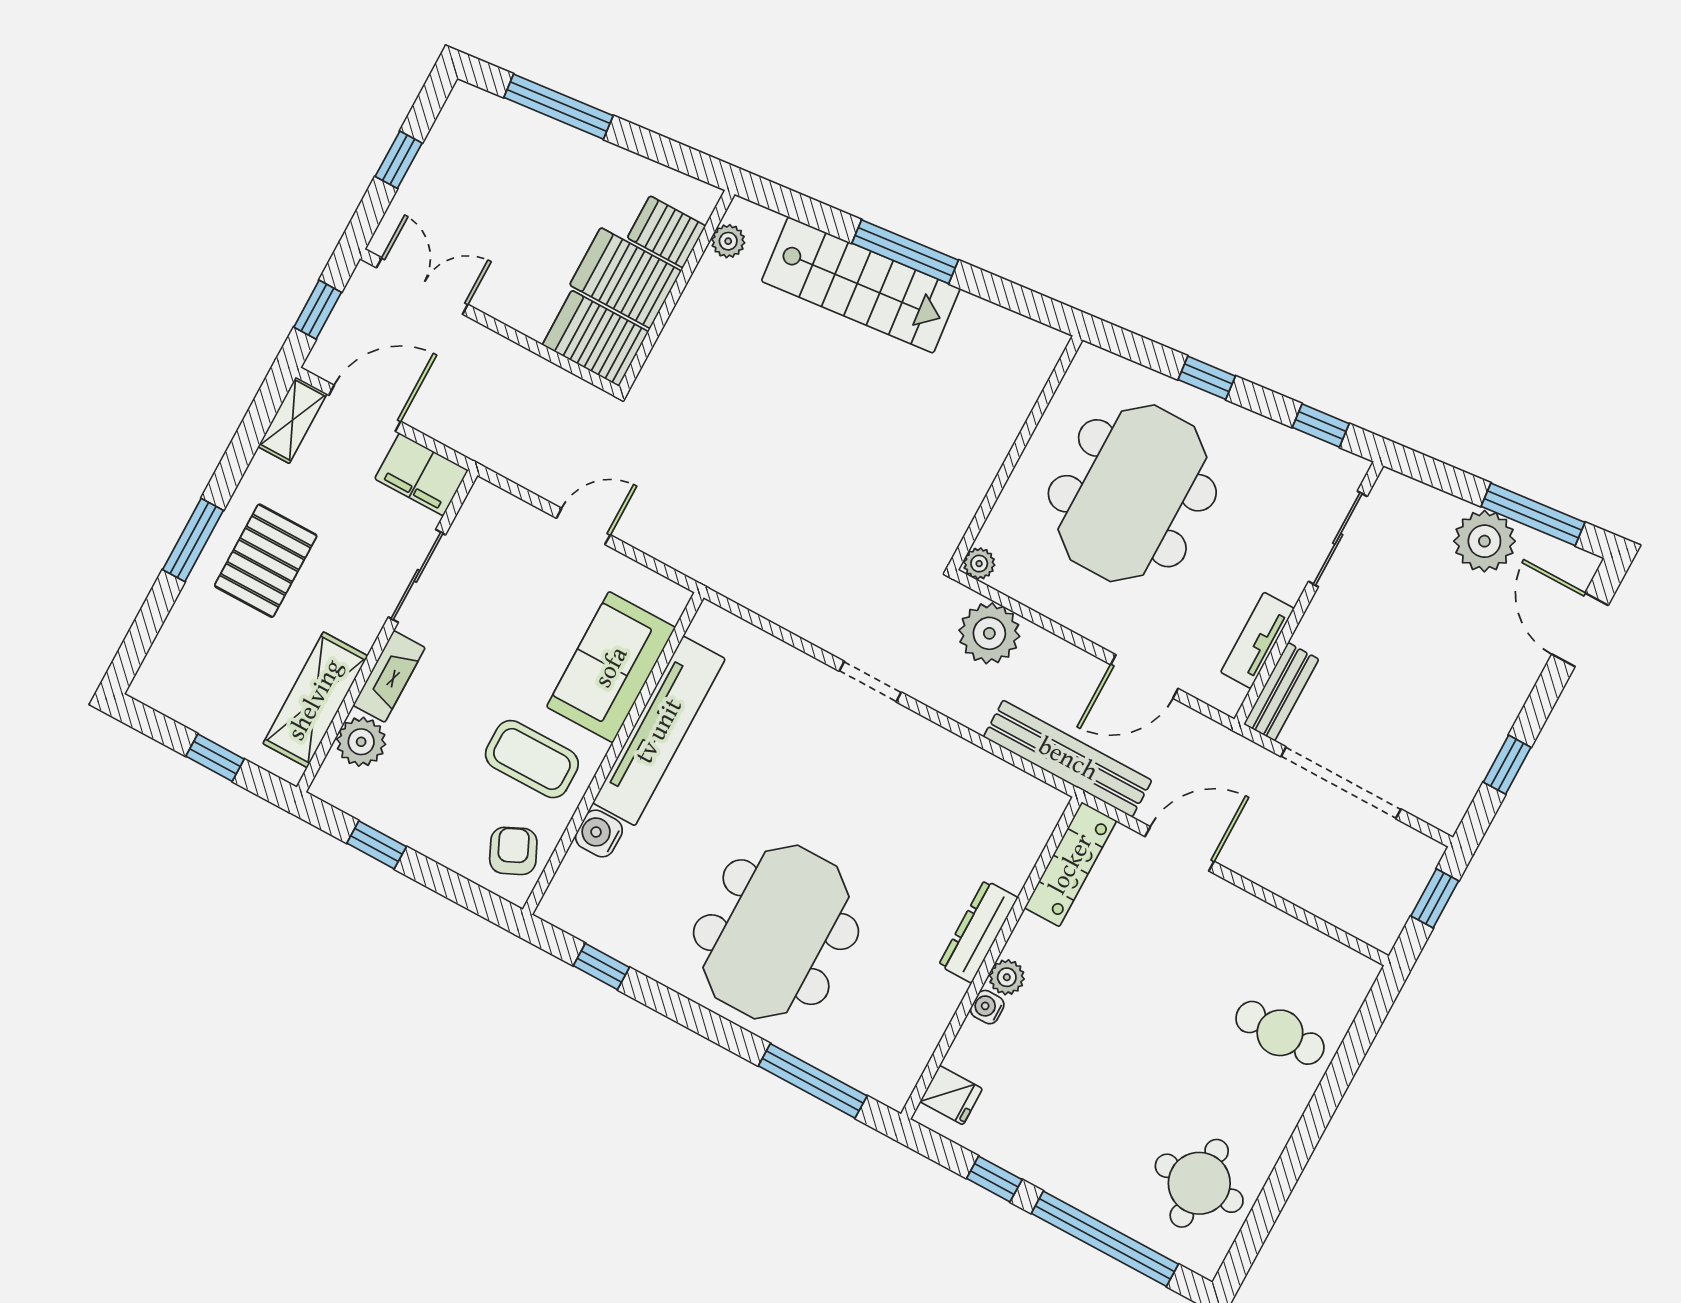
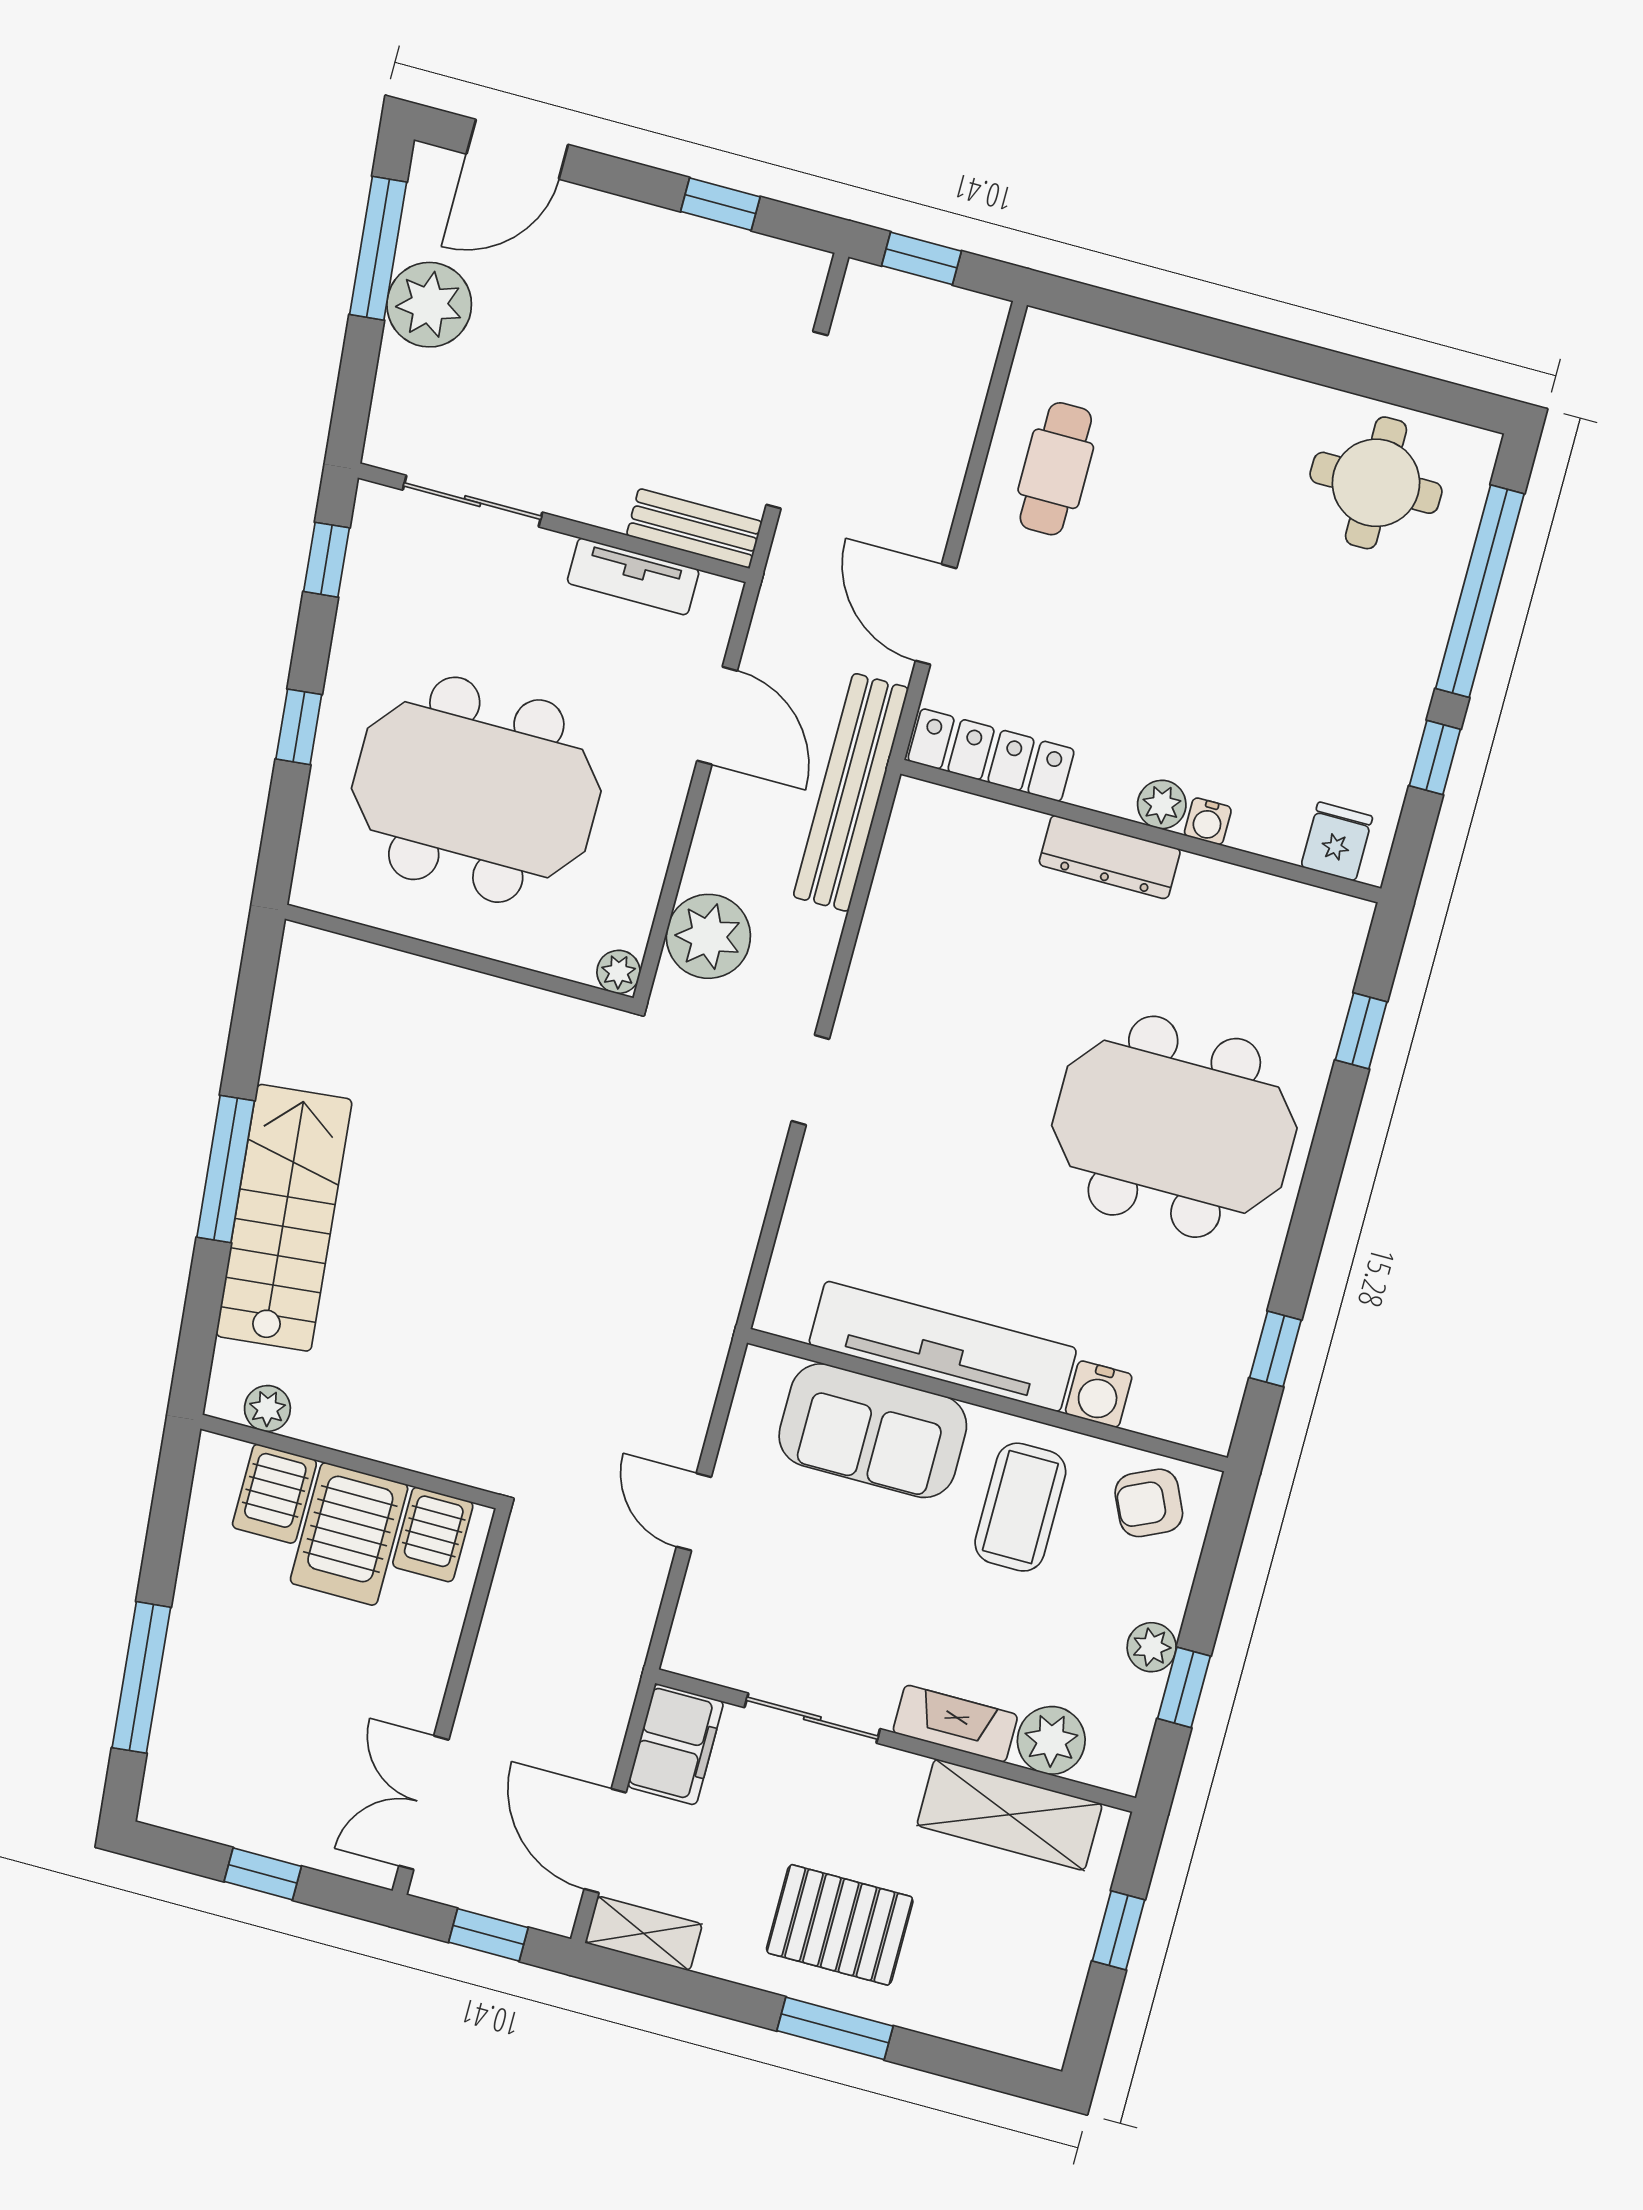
server rack: (595, 338) -> (433, 1534), width x0.73, depth x0.70
plant: (410, 829) -> (1152, 1647), added
cafe table: (1280, 1033) -> (1056, 469), moved
window: (813, 1081) -> (1361, 1031), width x0.46

